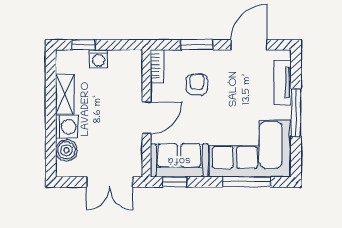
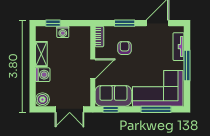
boiler: (66, 150) -> (42, 99), moved

